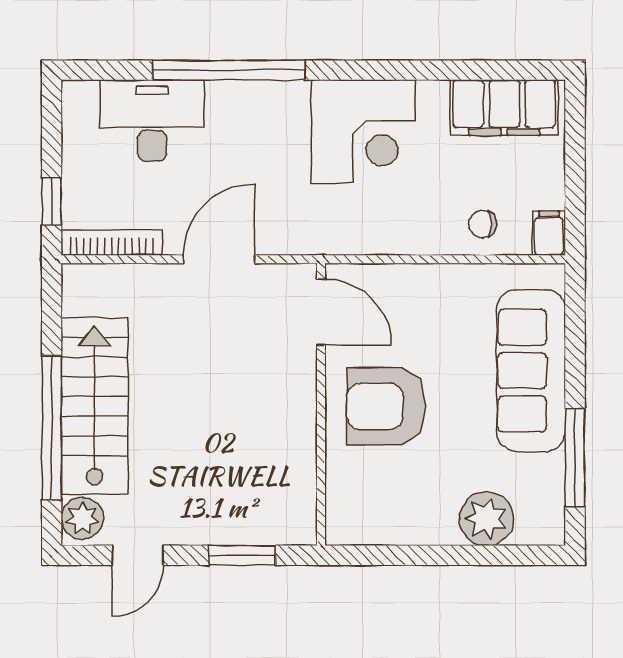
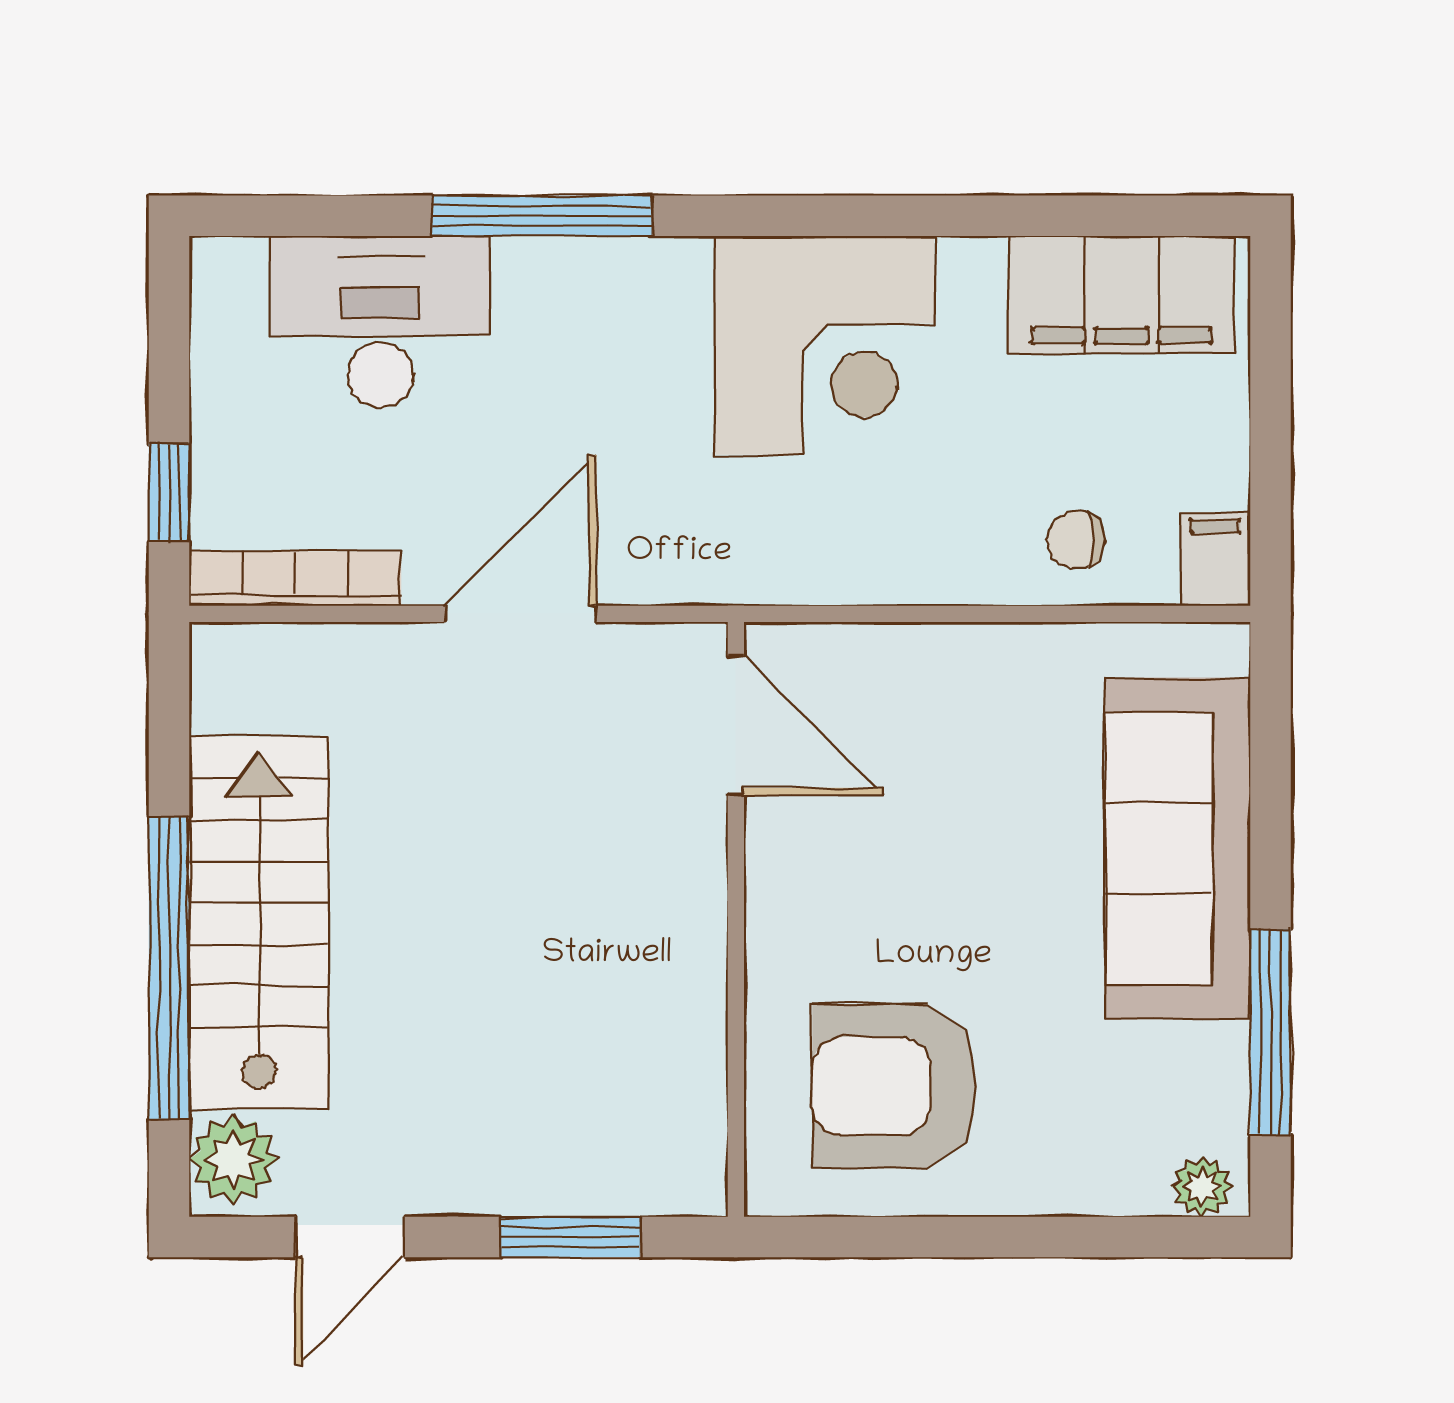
window: (229, 70) -> (542, 216), width x0.68
armchair: (386, 406) -> (894, 1086), moved
plant: (486, 519) -> (1202, 1187), moved, width x0.53, depth x0.53

